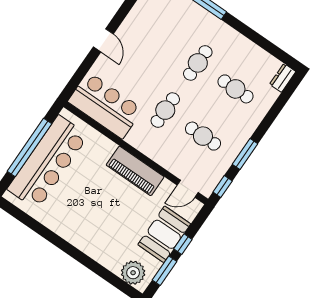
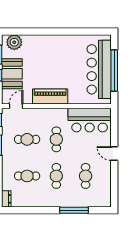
cafe table: (160, 37) -> (86, 176), added

